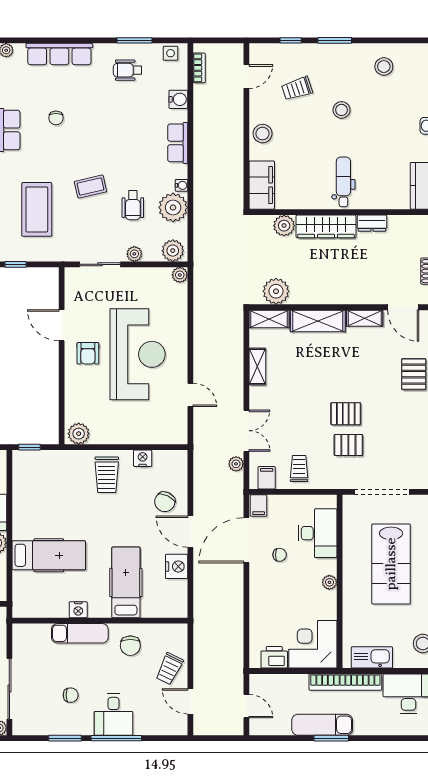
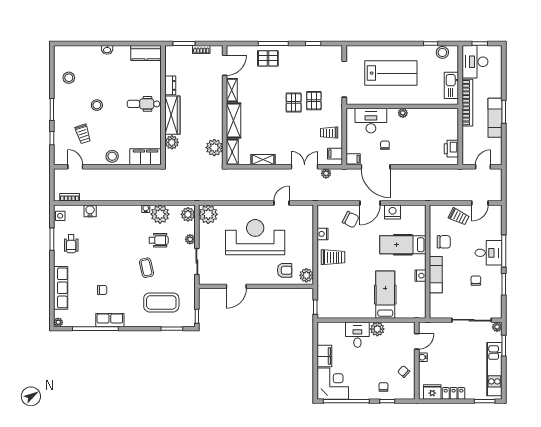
row of seats: (178, 143) -> (118, 211), removed
plant: (180, 275) -> (208, 214), width x1.88, depth x1.88
armchair: (88, 353) -> (285, 270), moved
corner desk: (313, 644) -> (443, 124), removed

